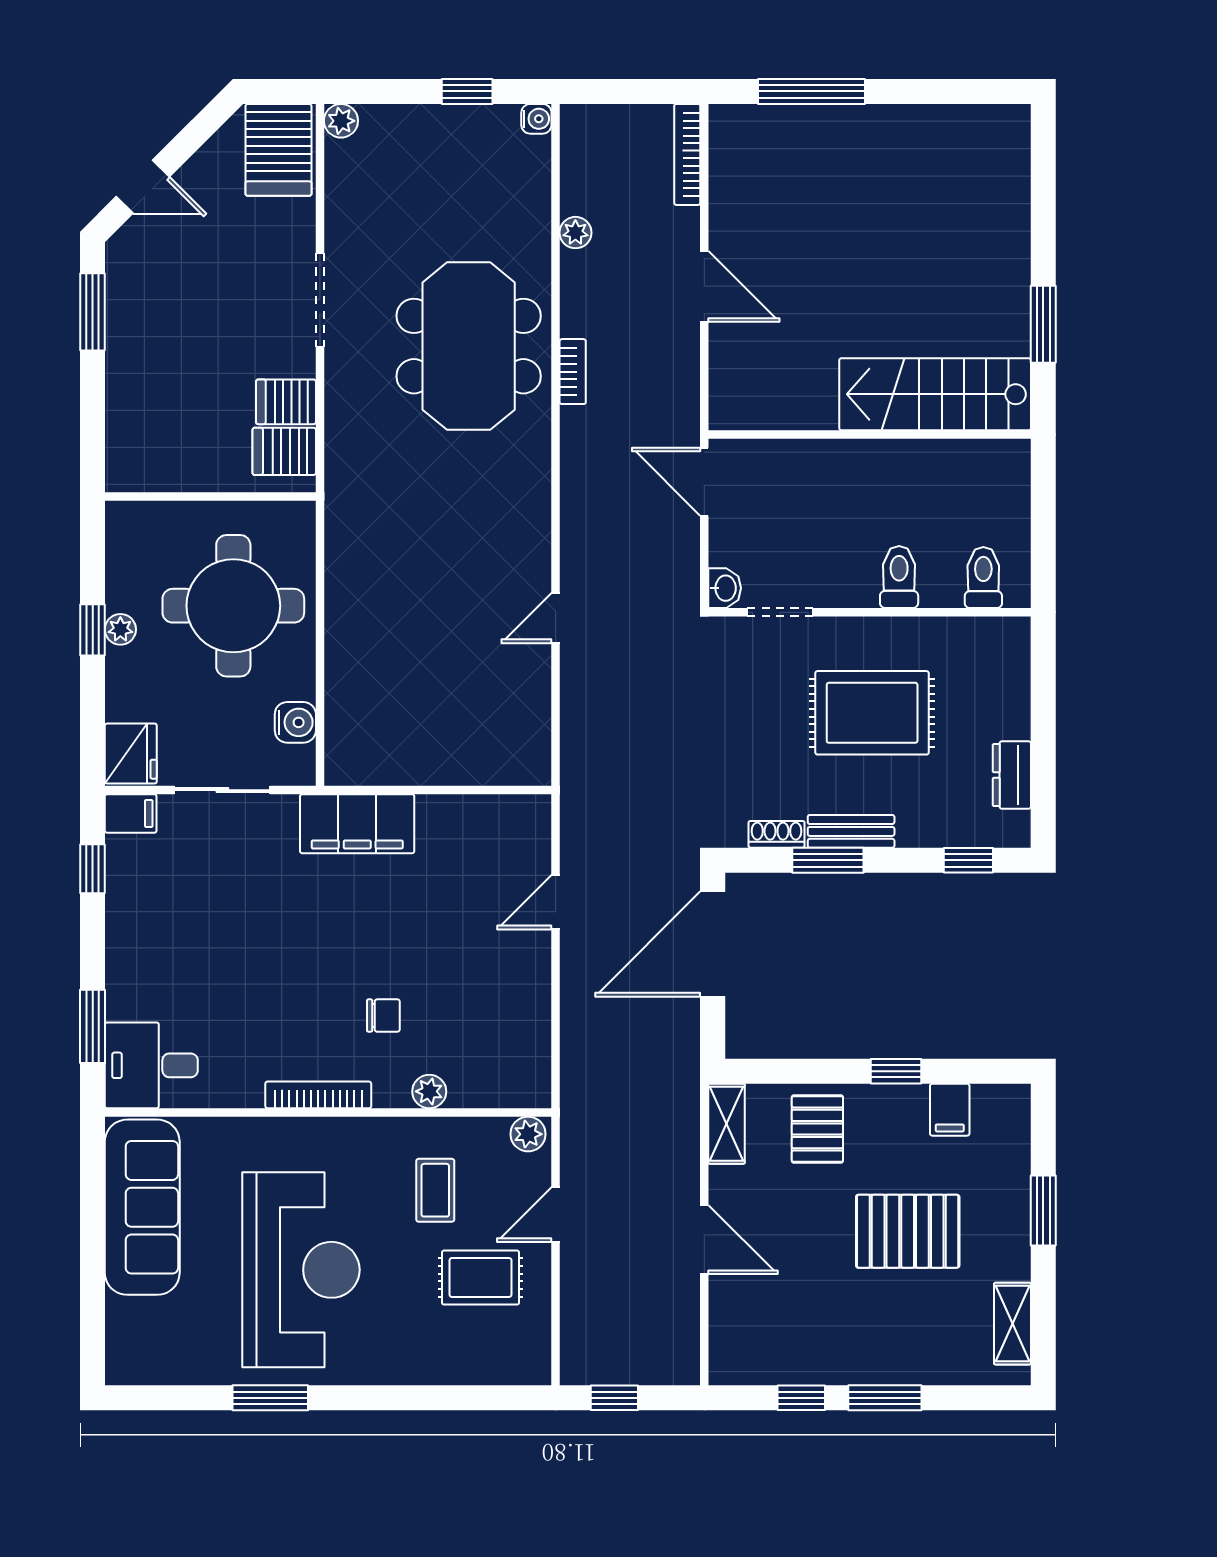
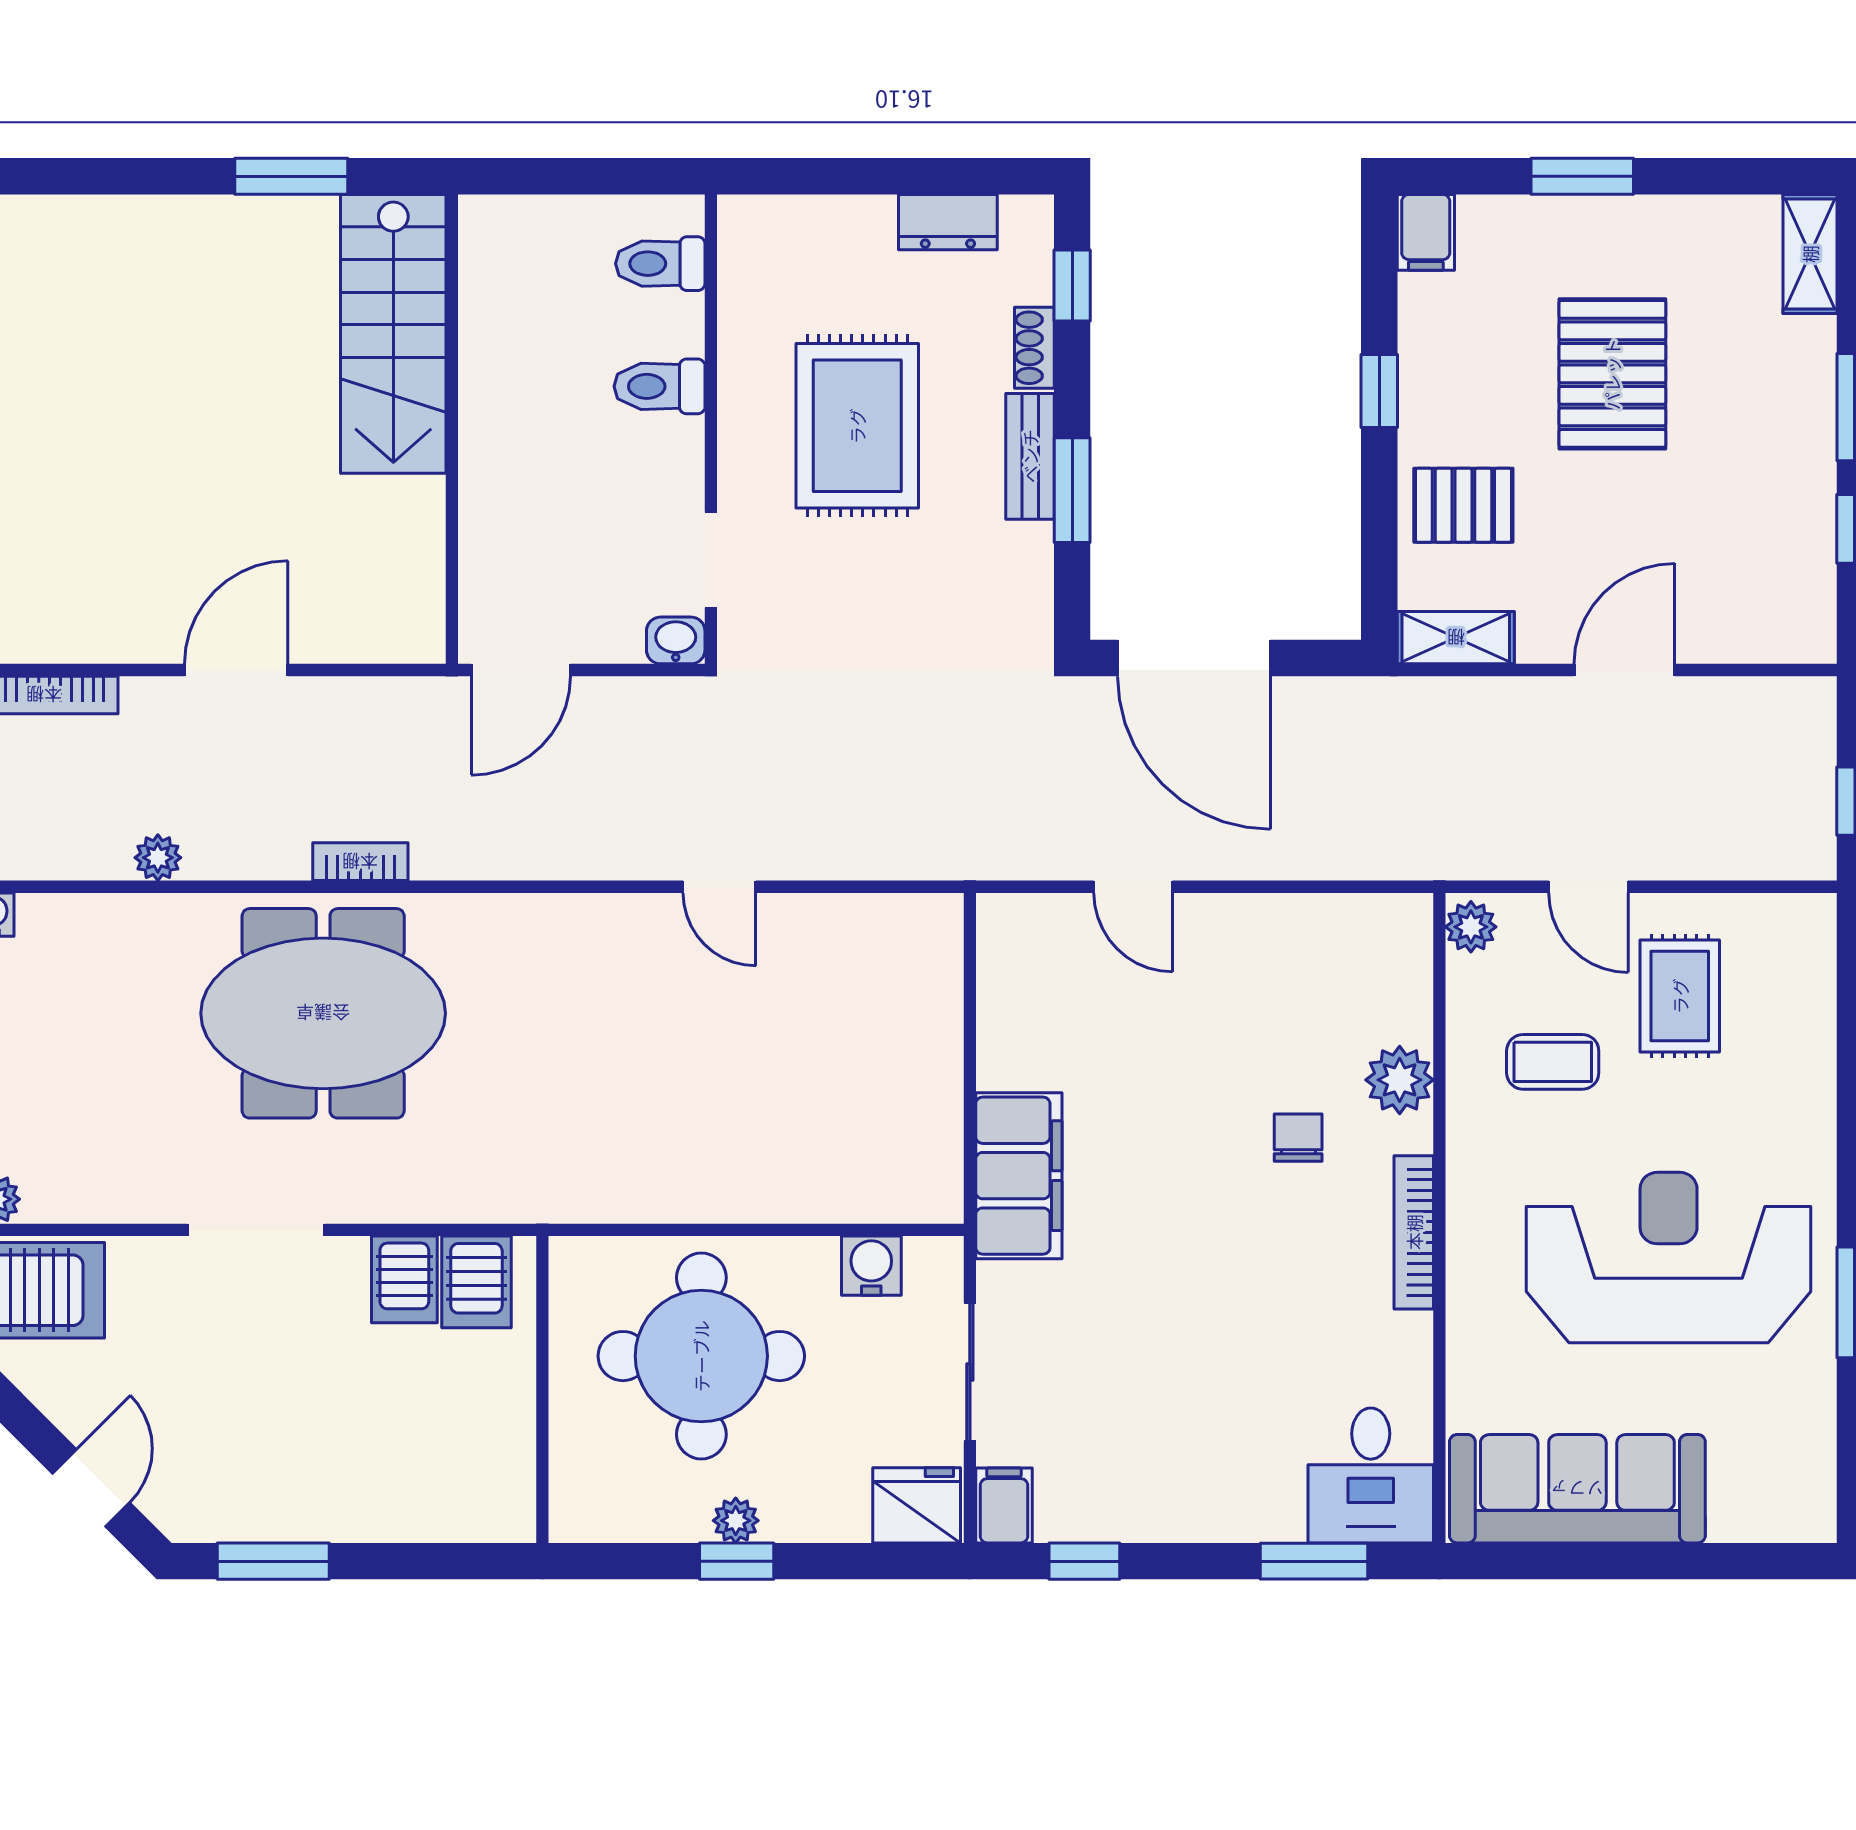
shoe rack: (777, 834) -> (1034, 348), moved
plant: (429, 1091) -> (1400, 1080), width x1.38, depth x1.38
filing cabinet: (950, 1110) -> (1426, 232), moved, turned 90
shelving: (1013, 1324) -> (1810, 254), moved, turned 90

